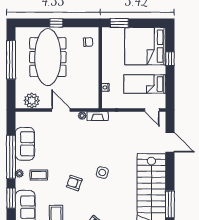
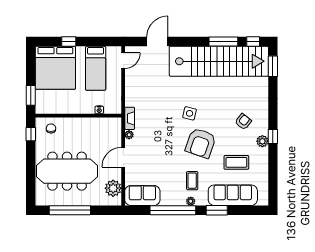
window: (56, 23) -> (31, 134), moved
sofa: (25, 144) -> (142, 195), moved
armchair: (74, 183) -> (201, 143), width x1.88, depth x1.88

